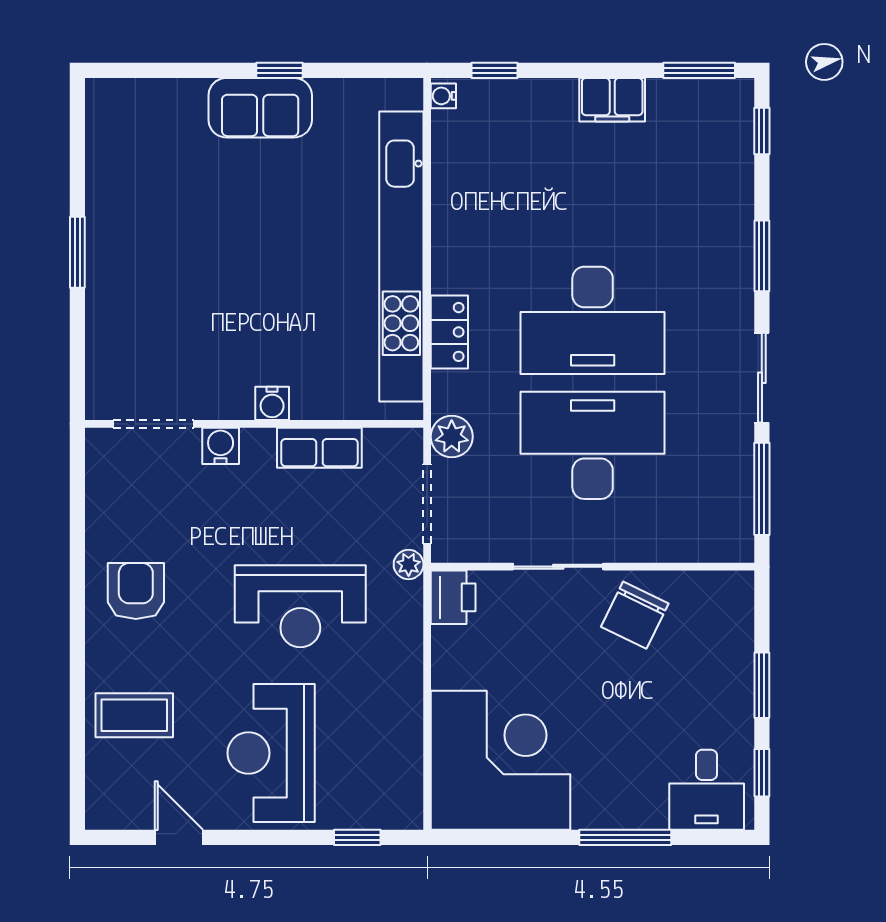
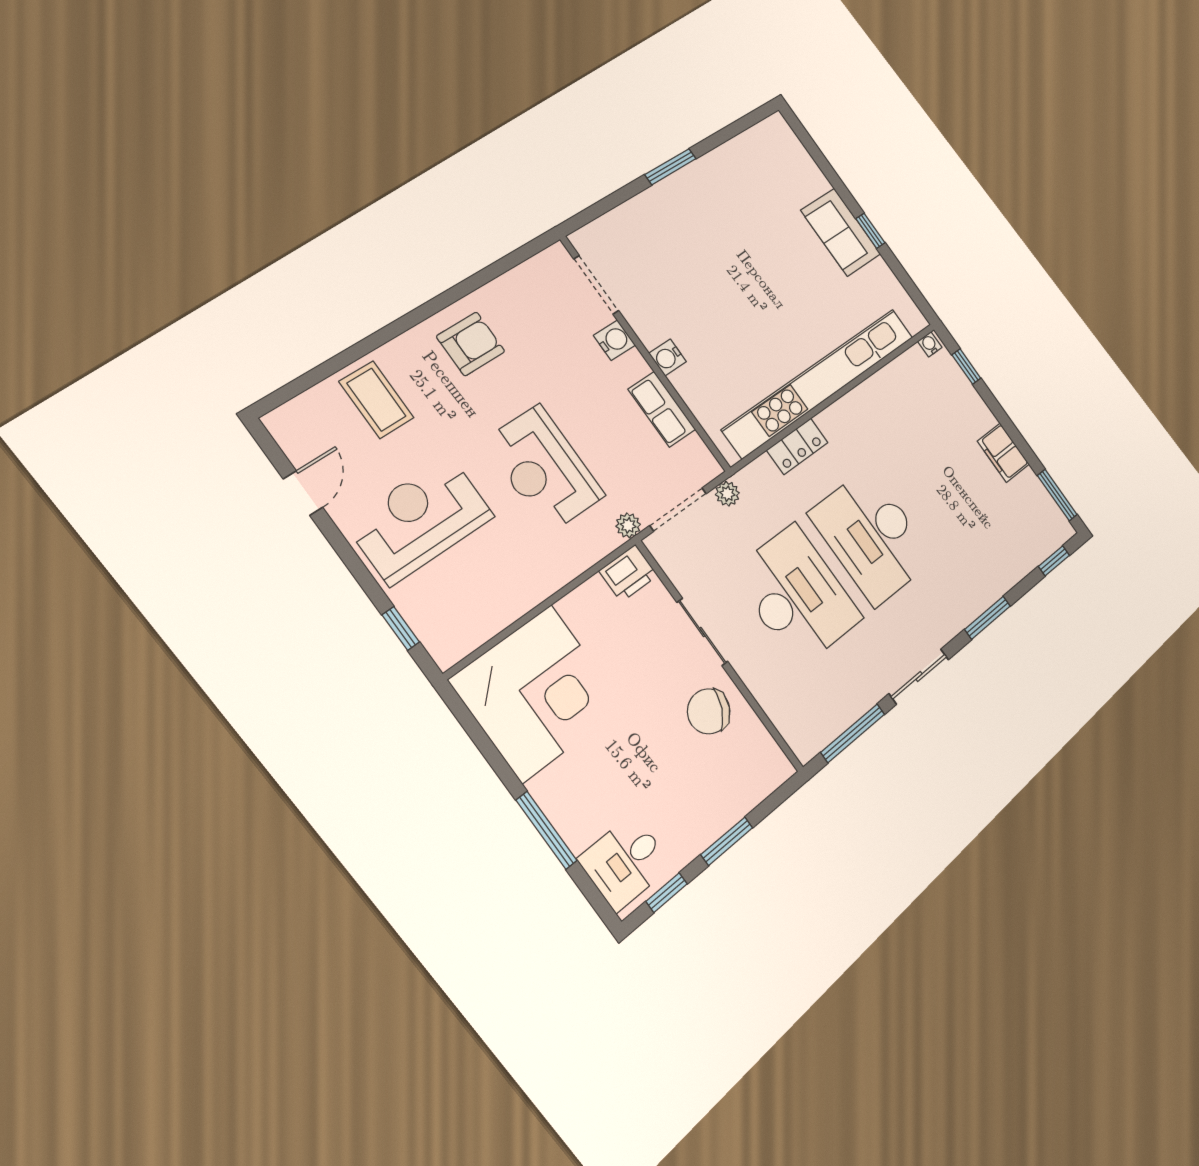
plant: (452, 437) -> (727, 494), width x0.73, depth x0.73

